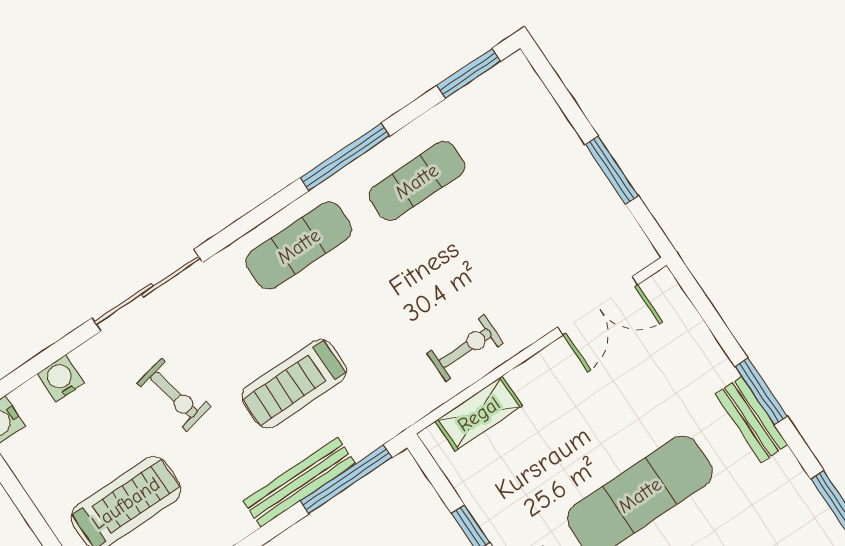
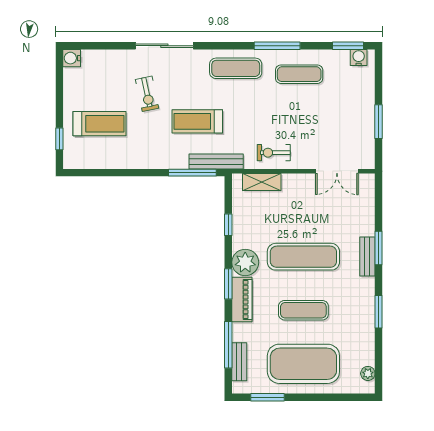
exercise bike: (465, 348) -> (274, 153), turned 180
water cooler: (61, 379) -> (359, 57), moved
bench: (299, 482) -> (216, 161), moved

